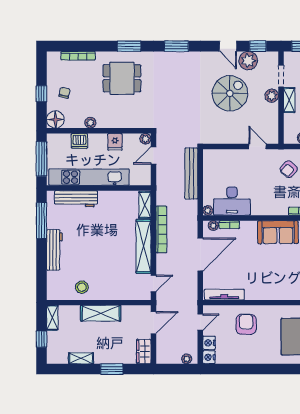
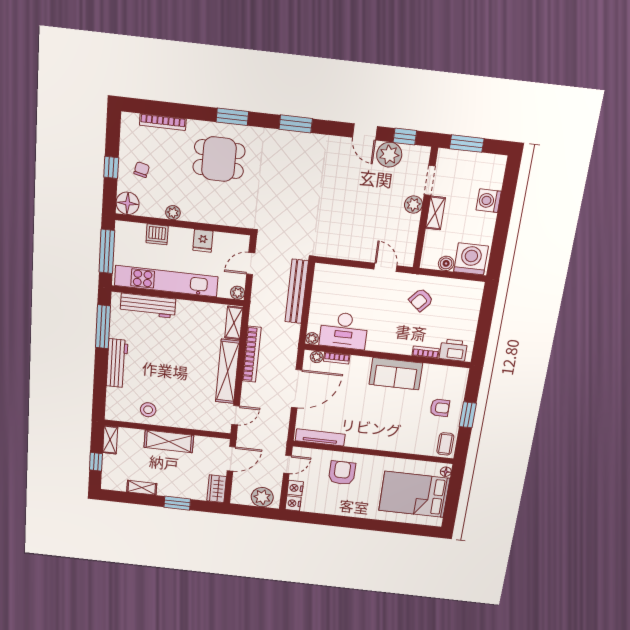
spiral stairs: (230, 93) -> (359, 195), removed
plant: (145, 139) -> (238, 293), moved
plant: (187, 359) -> (262, 497), width x1.87, depth x1.87

